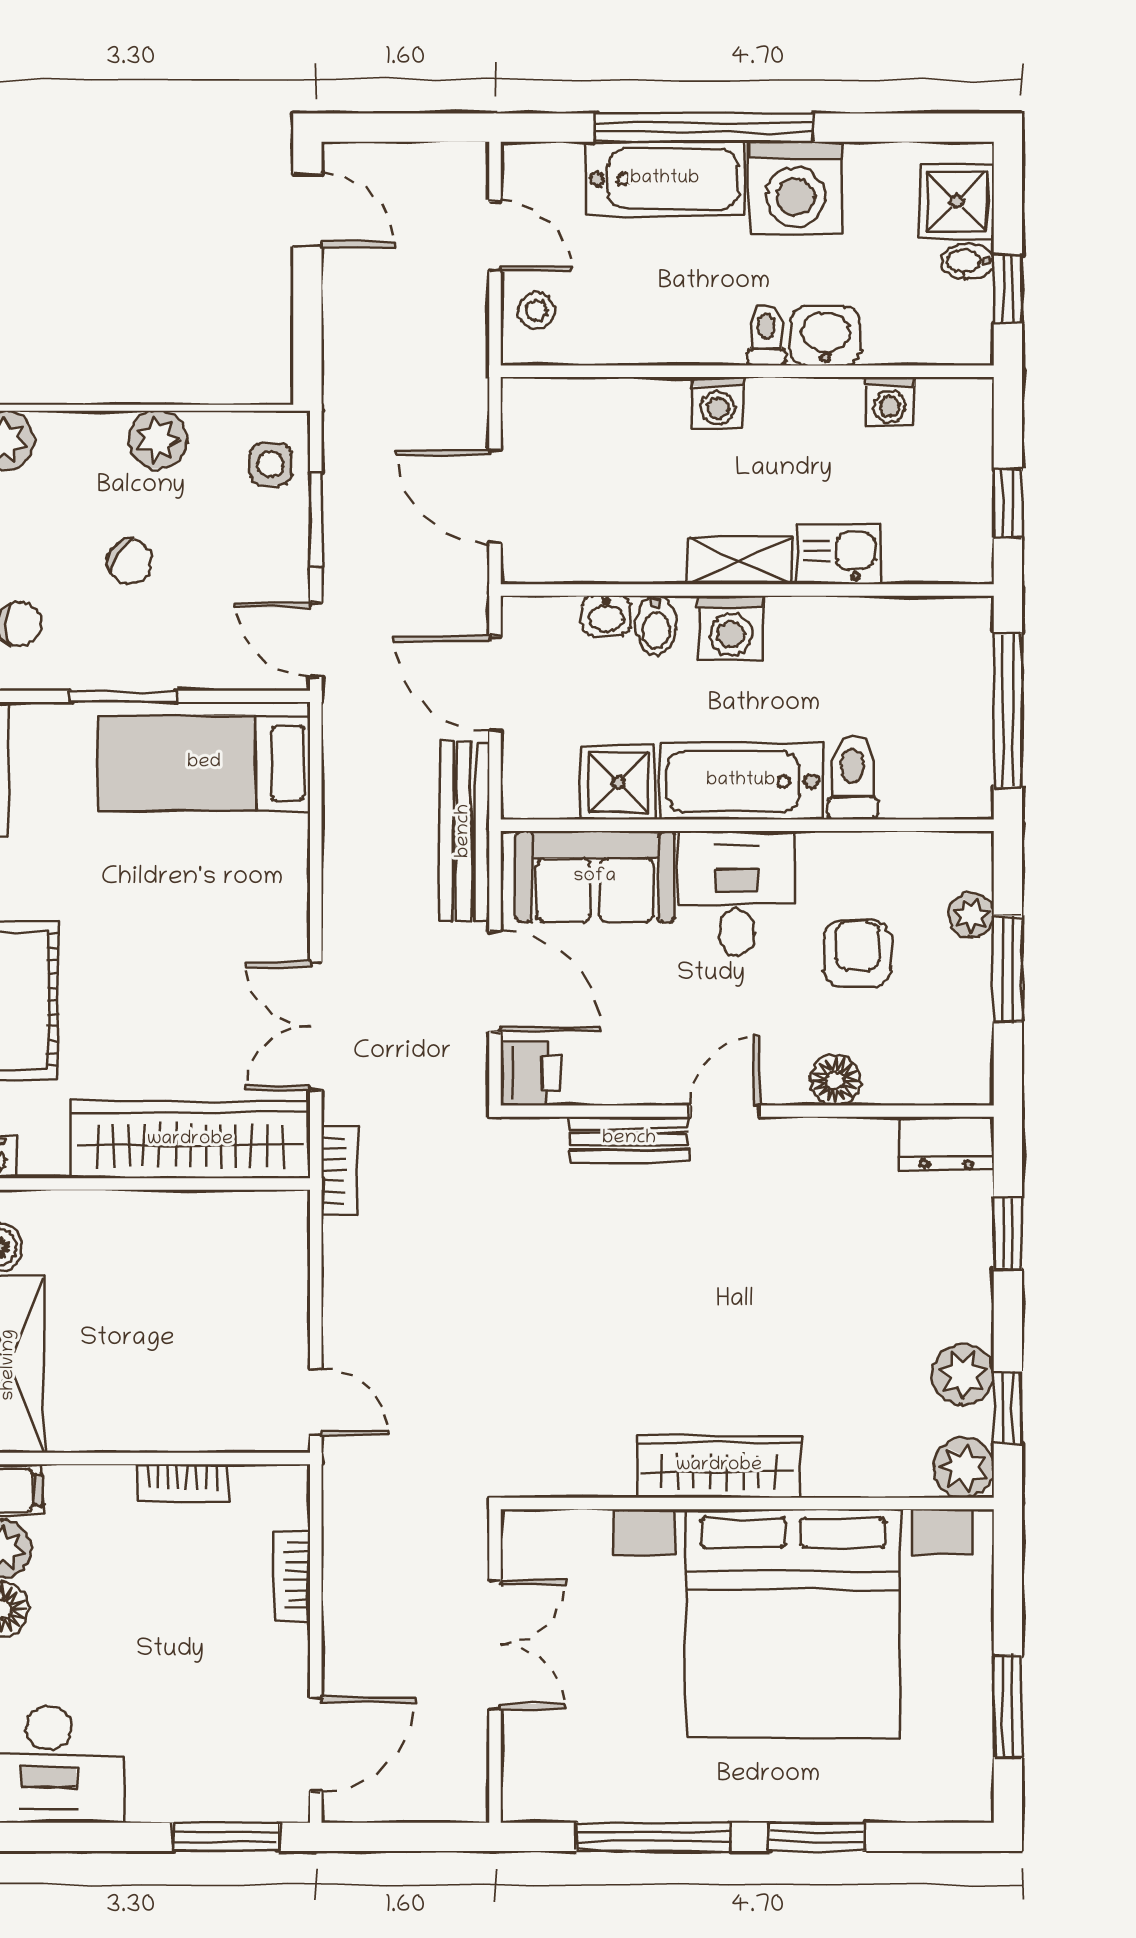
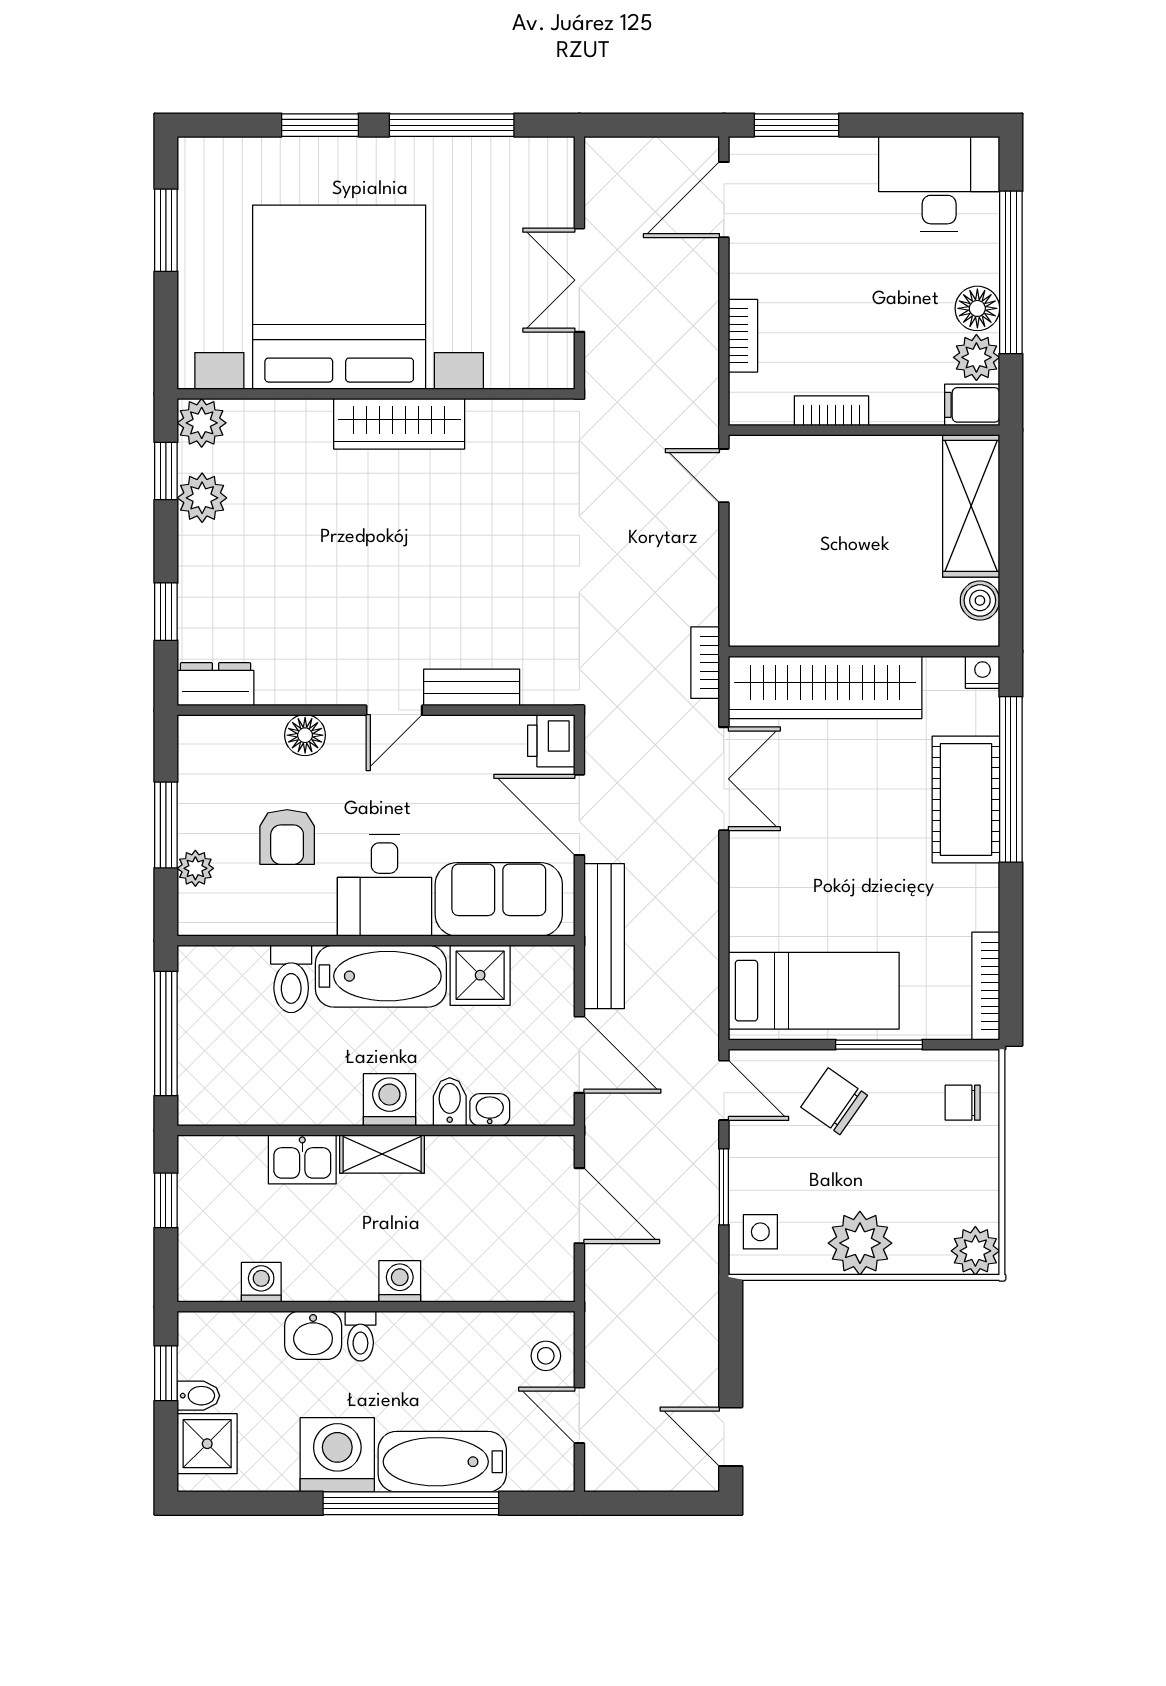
plant: (158, 440) -> (860, 1243), width x1.36, depth x1.36
chair: (130, 562) -> (834, 1101), moved, width x1.37, depth x1.37

